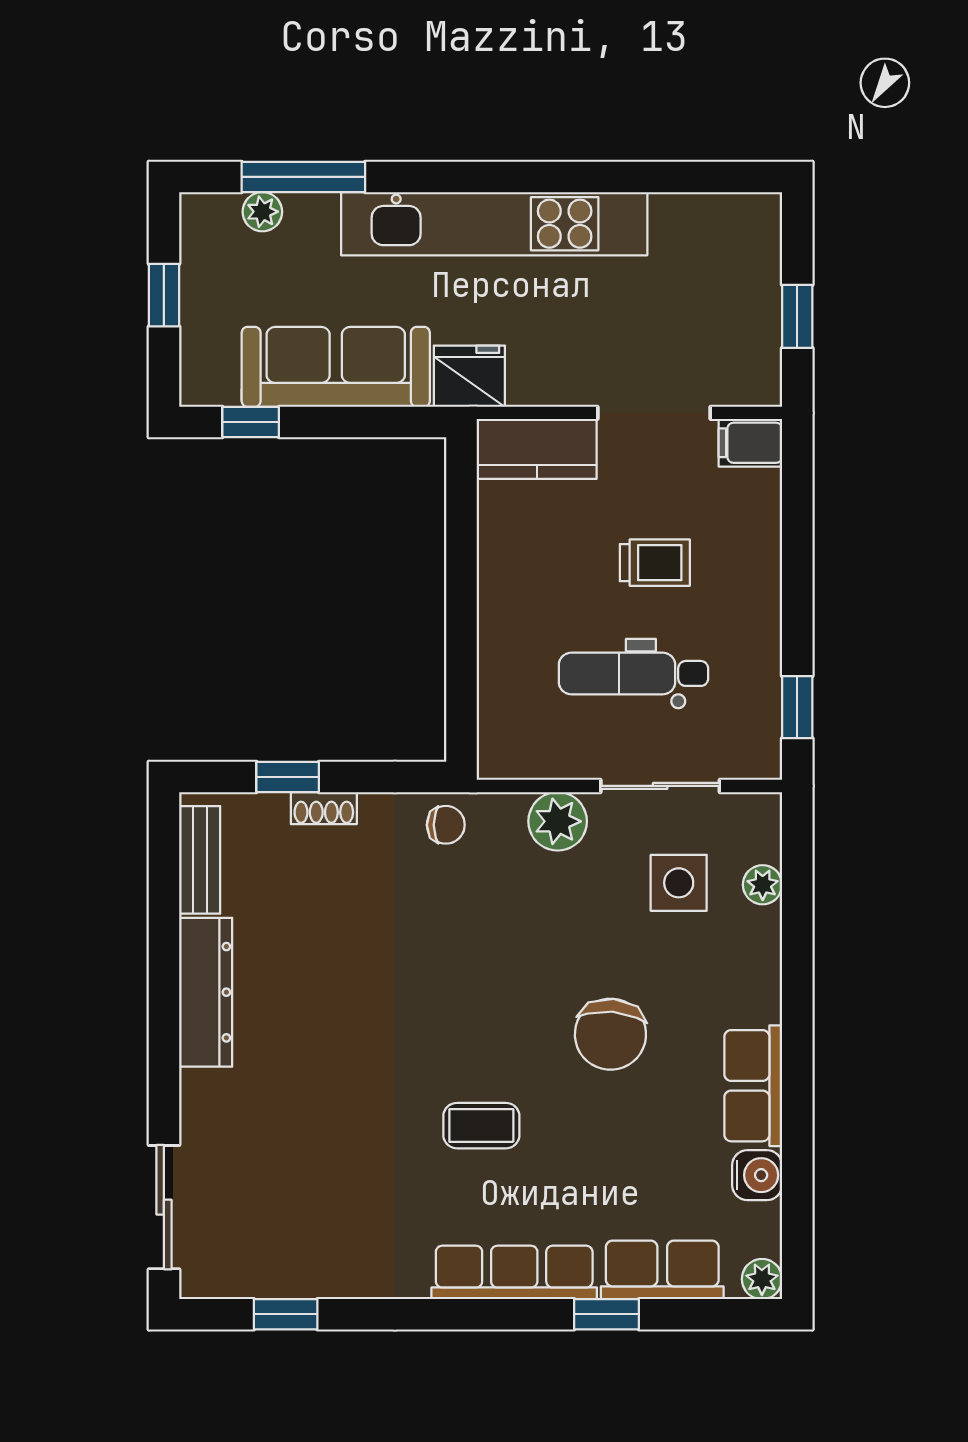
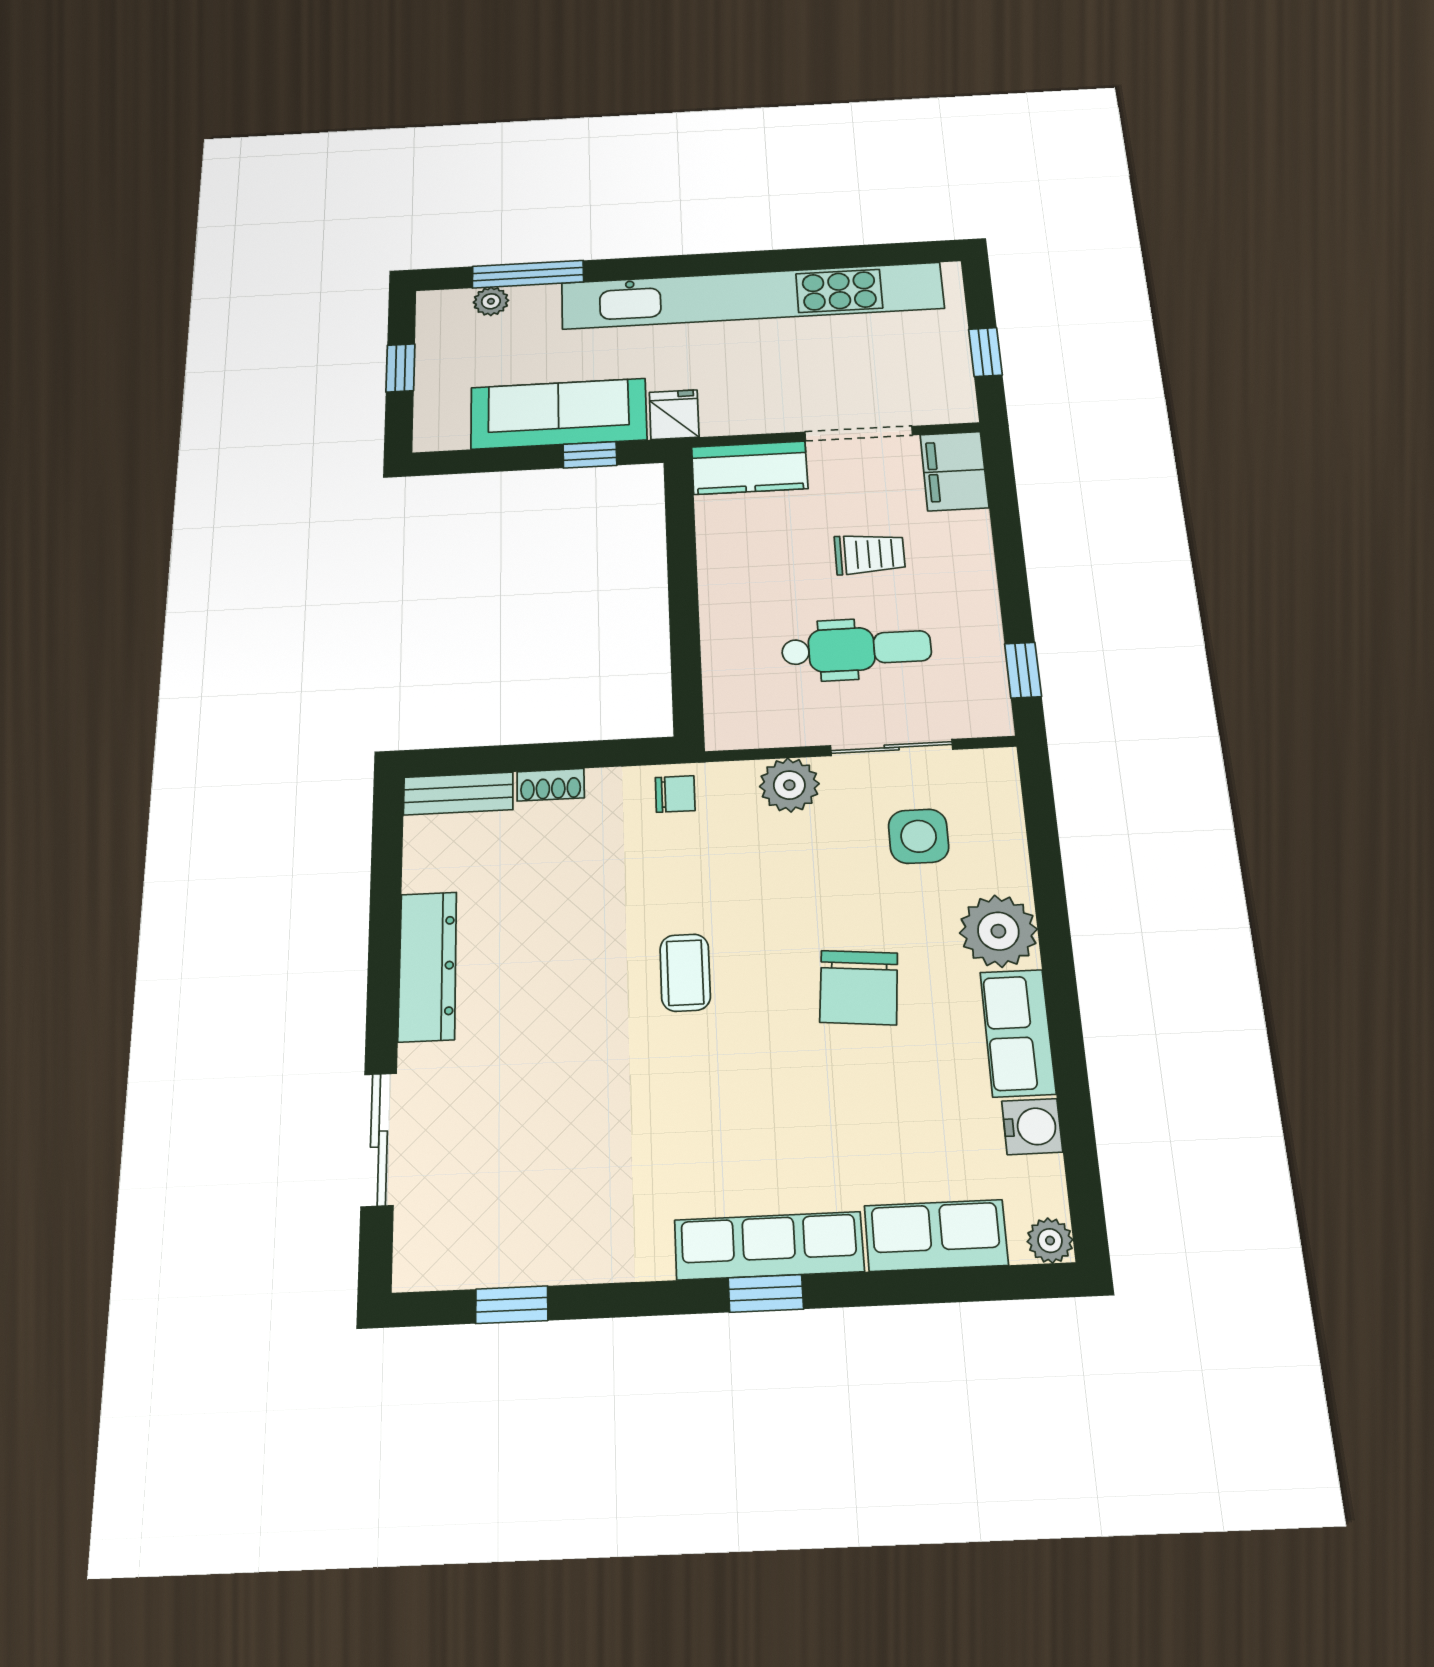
kitchen unit: (494, 224) -> (752, 296), width x1.36
fridge: (469, 376) -> (674, 415), width x0.72
window: (251, 422) -> (590, 455), moved
filing cabinet: (750, 443) -> (954, 471), width x2.00
dental chair: (633, 673) -> (856, 649), turned 180
window: (288, 777) -> (514, 758), removed
bench: (200, 860) -> (458, 794), moved, turned 90
plant: (763, 885) -> (998, 931), moved, width x1.87, depth x1.87
coffee table: (481, 1126) -> (685, 973), moved, turned 90
sliding door: (164, 1207) -> (379, 1139), moved
window: (606, 1314) -> (766, 1293), moved

